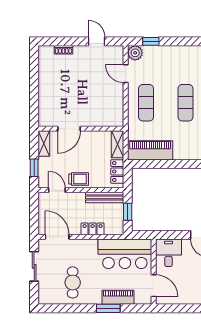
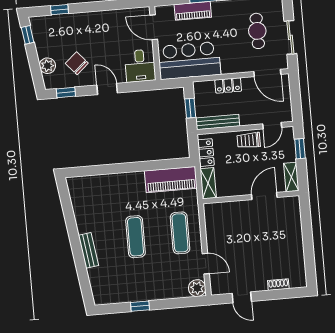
window: (151, 41) -> (140, 306), moved
door: (57, 190) -> (272, 126), hinge flipped
cafe table: (73, 282) -> (257, 31), moved

